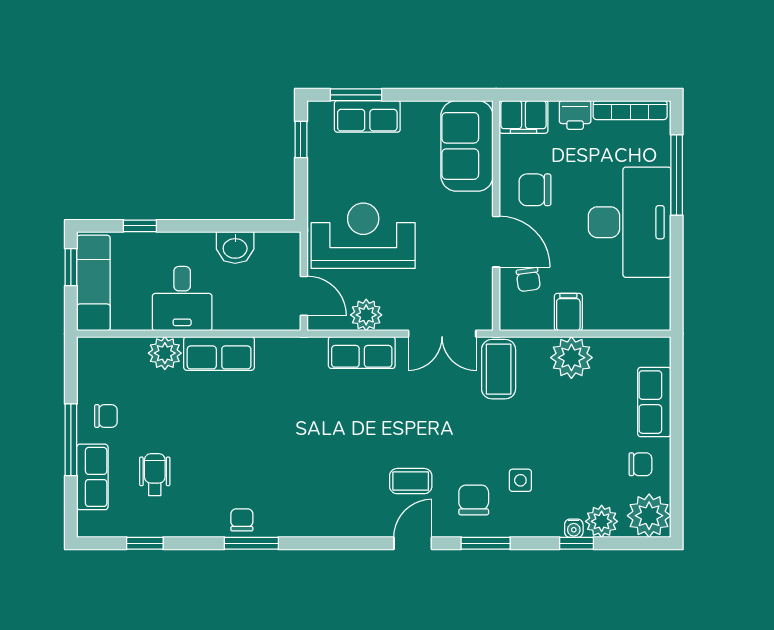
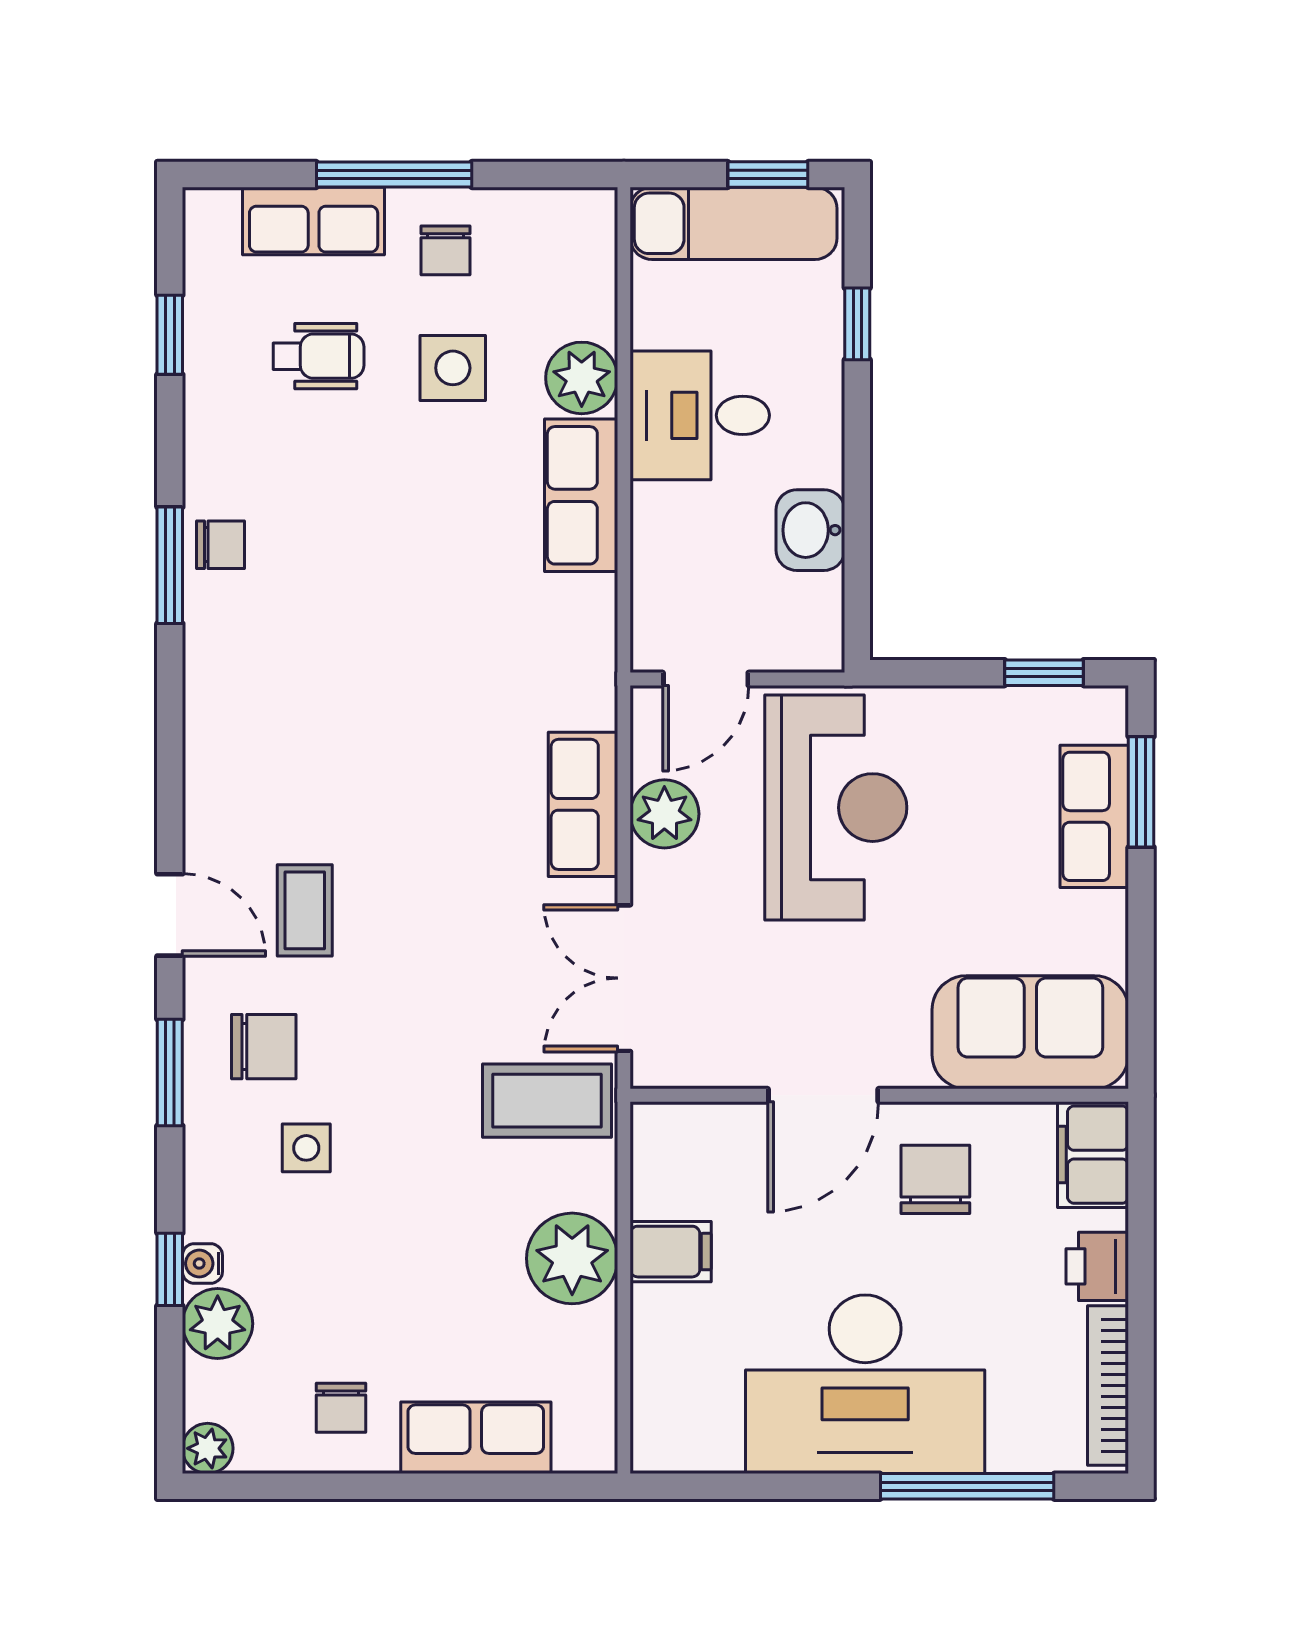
chair: (528, 280) -> (741, 1165), removed
side table: (160, 413) -> (453, 368), added
plant: (649, 516) -> (208, 1448), width x0.53, depth x0.53

